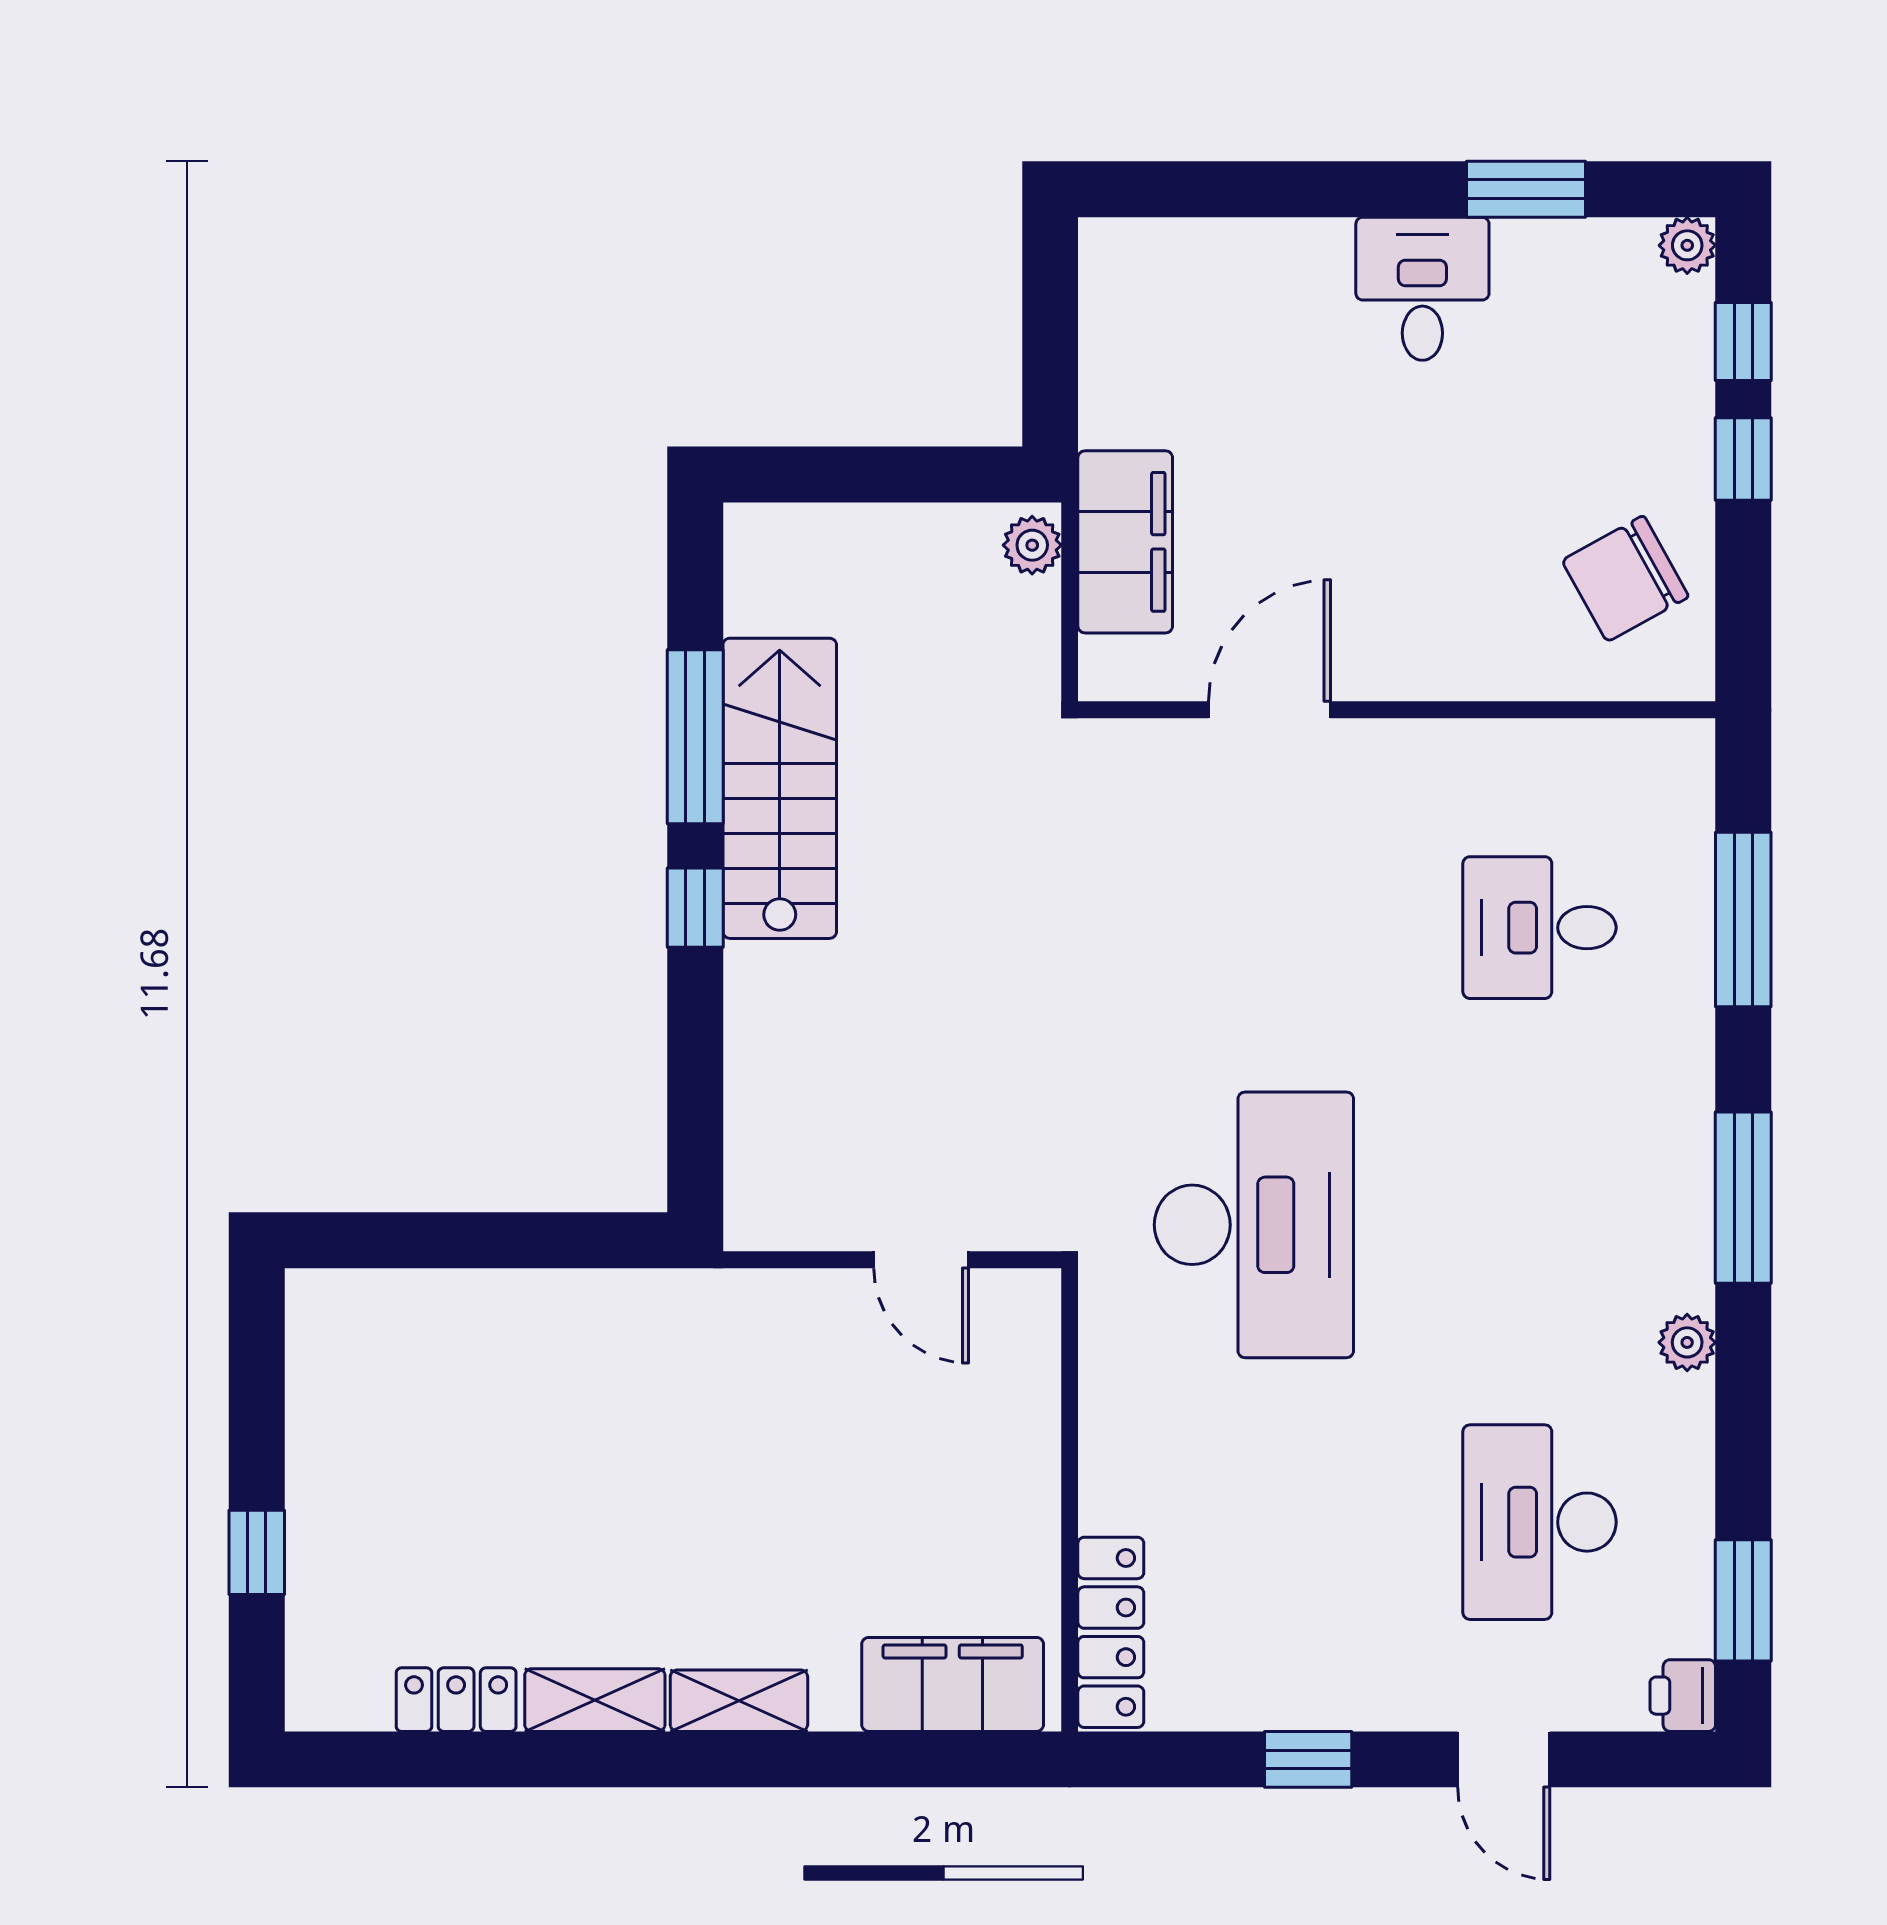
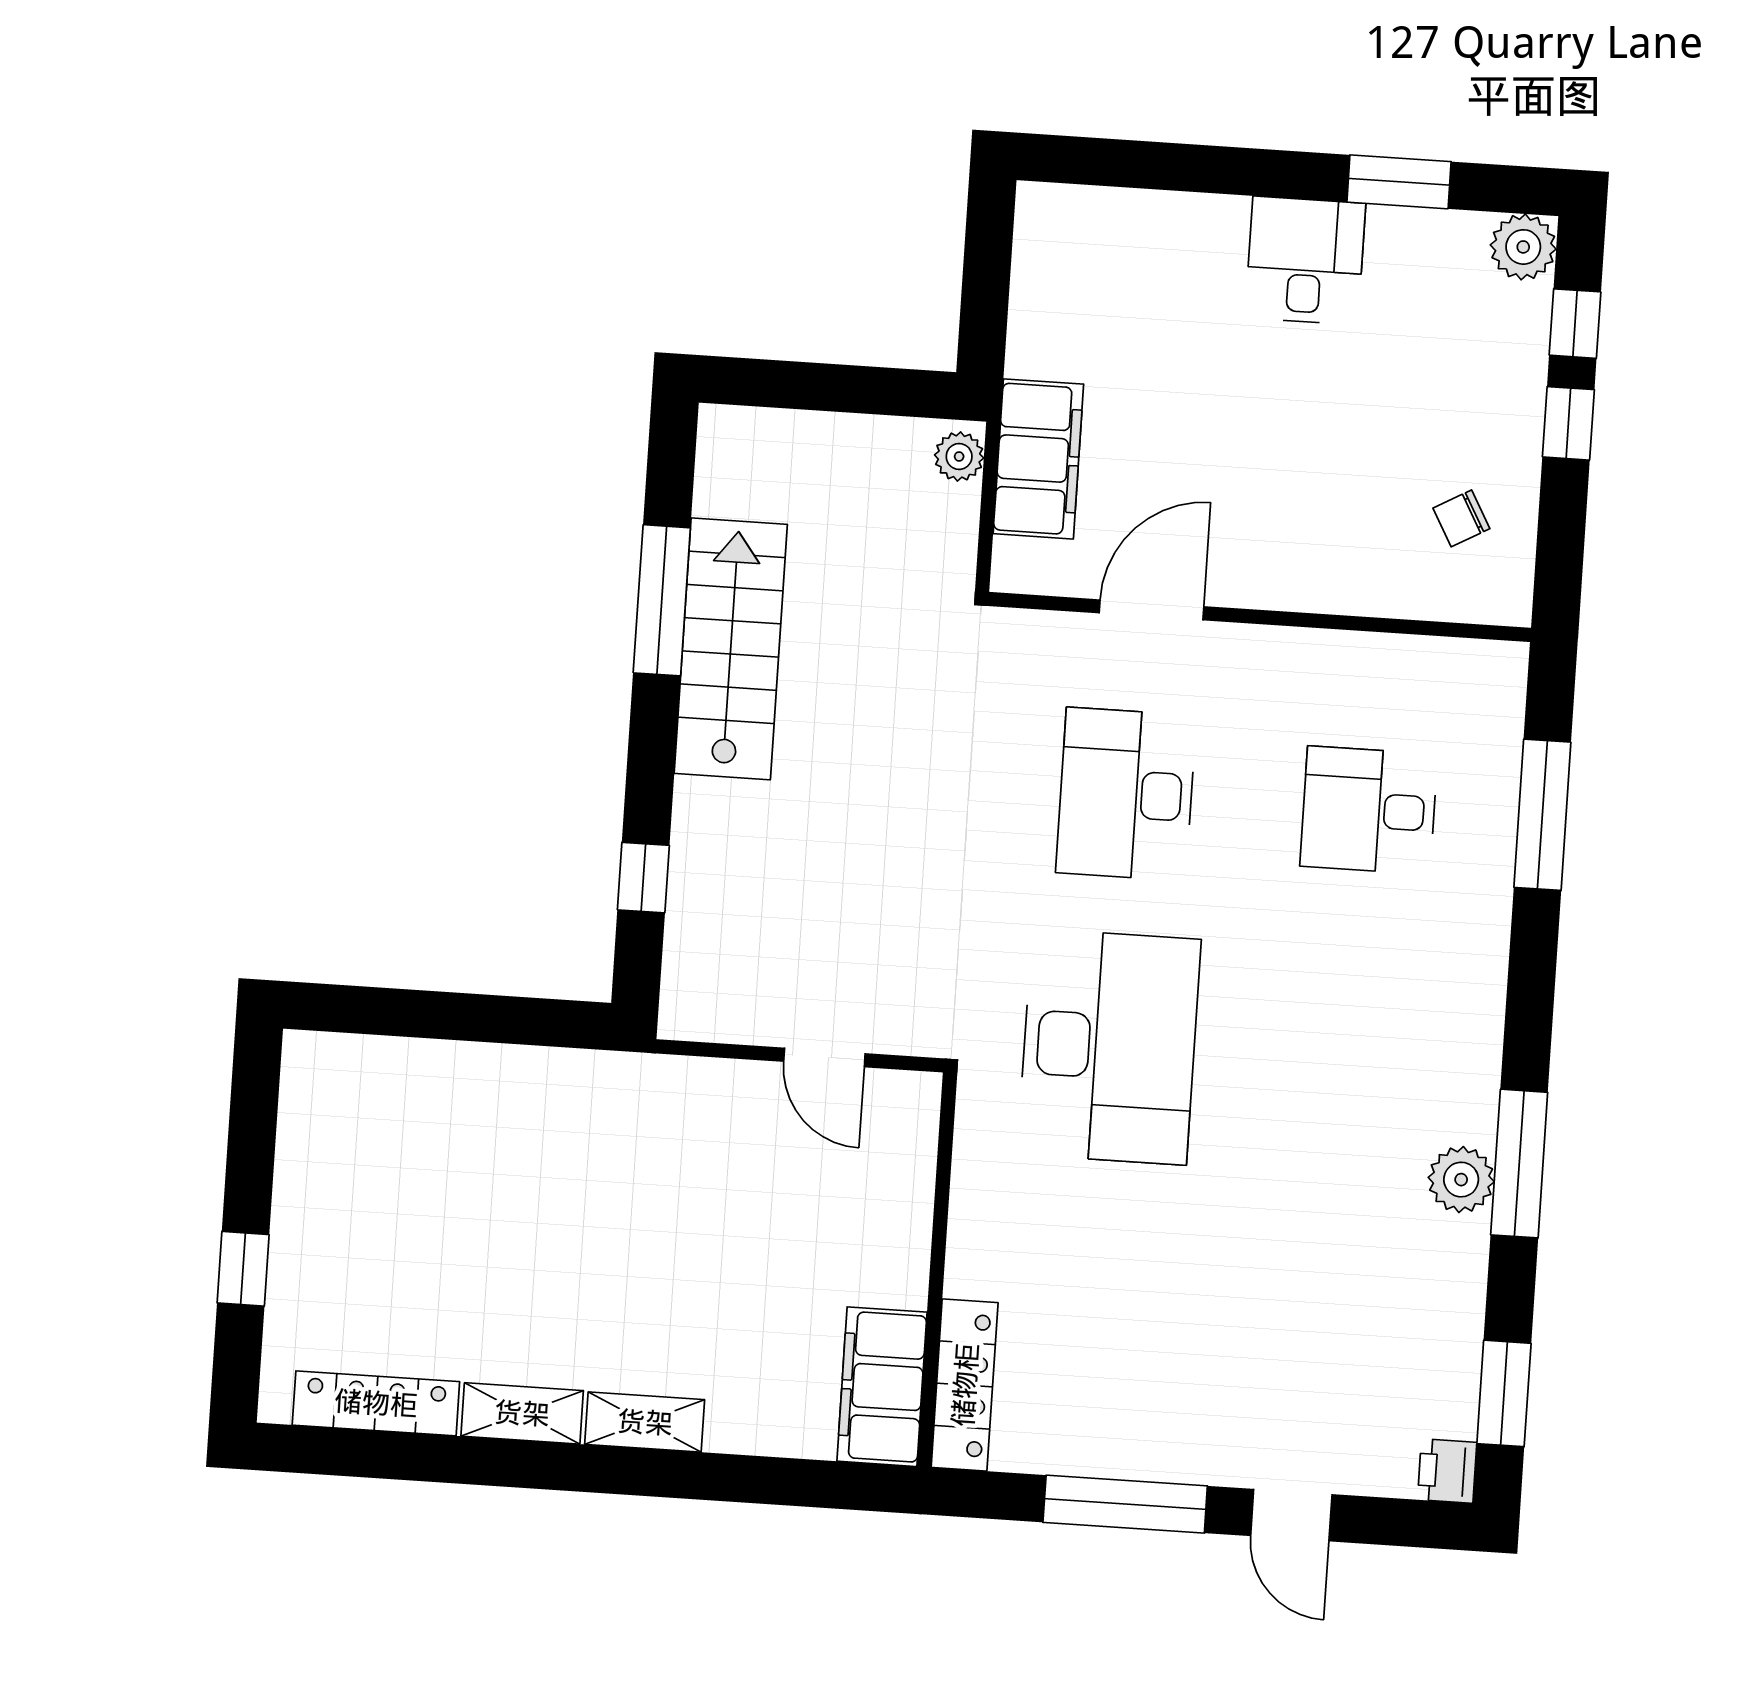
plant: (1687, 245) -> (1523, 247), width x1.38, depth x1.38
chair: (1625, 579) -> (1461, 518), width x0.54, depth x0.54
window: (695, 908) -> (643, 878), moved
window: (1743, 1198) -> (1519, 1164), moved
plant: (1687, 1342) -> (1461, 1180), width x1.38, depth x1.38
desk: (1539, 1522) -> (1126, 794), moved
filing cabinet: (953, 1684) -> (882, 1387), moved, turned -90
locker: (456, 1700) -> (376, 1403), width x1.53
window: (1308, 1759) -> (1125, 1504), width x2.17

